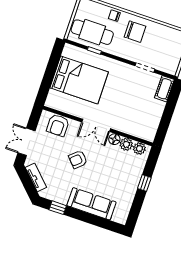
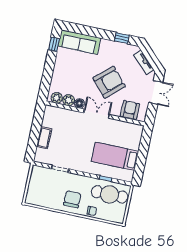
chair: (135, 32) -> (72, 199), turned 90
bed: (79, 80) -> (115, 156), width x0.67
cot: (164, 89) -> (44, 138), moved
armchair: (78, 159) -> (109, 82), width x1.88, depth x1.88
window: (144, 183) -> (54, 44), moved
sofa: (92, 204) -> (79, 42), moved

